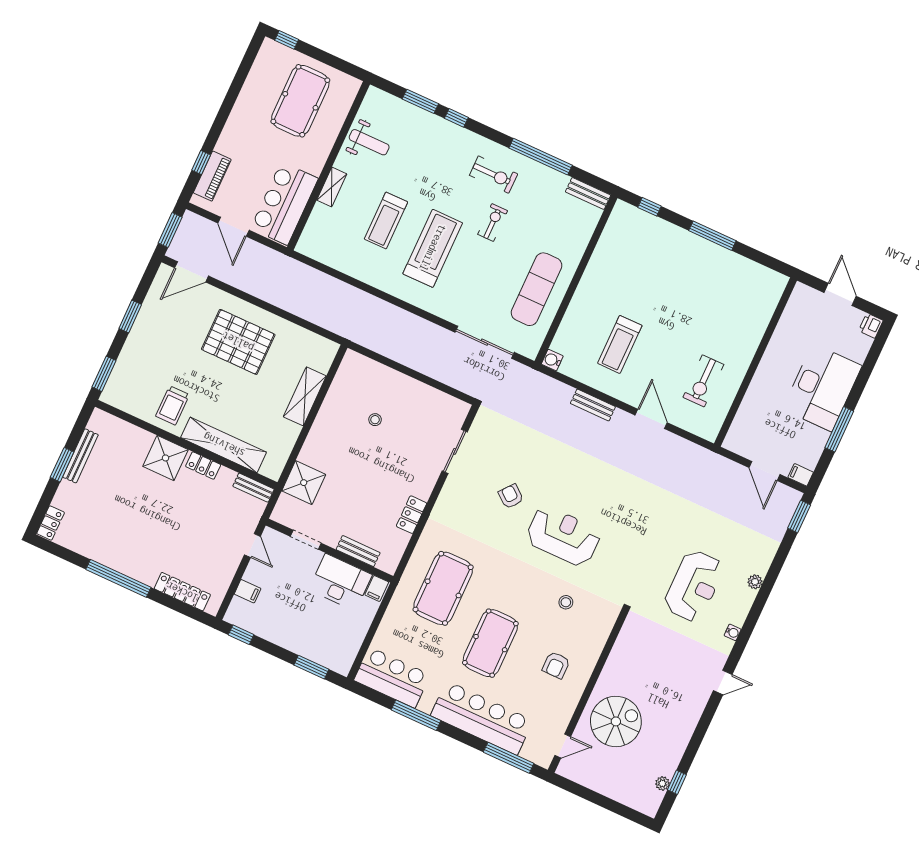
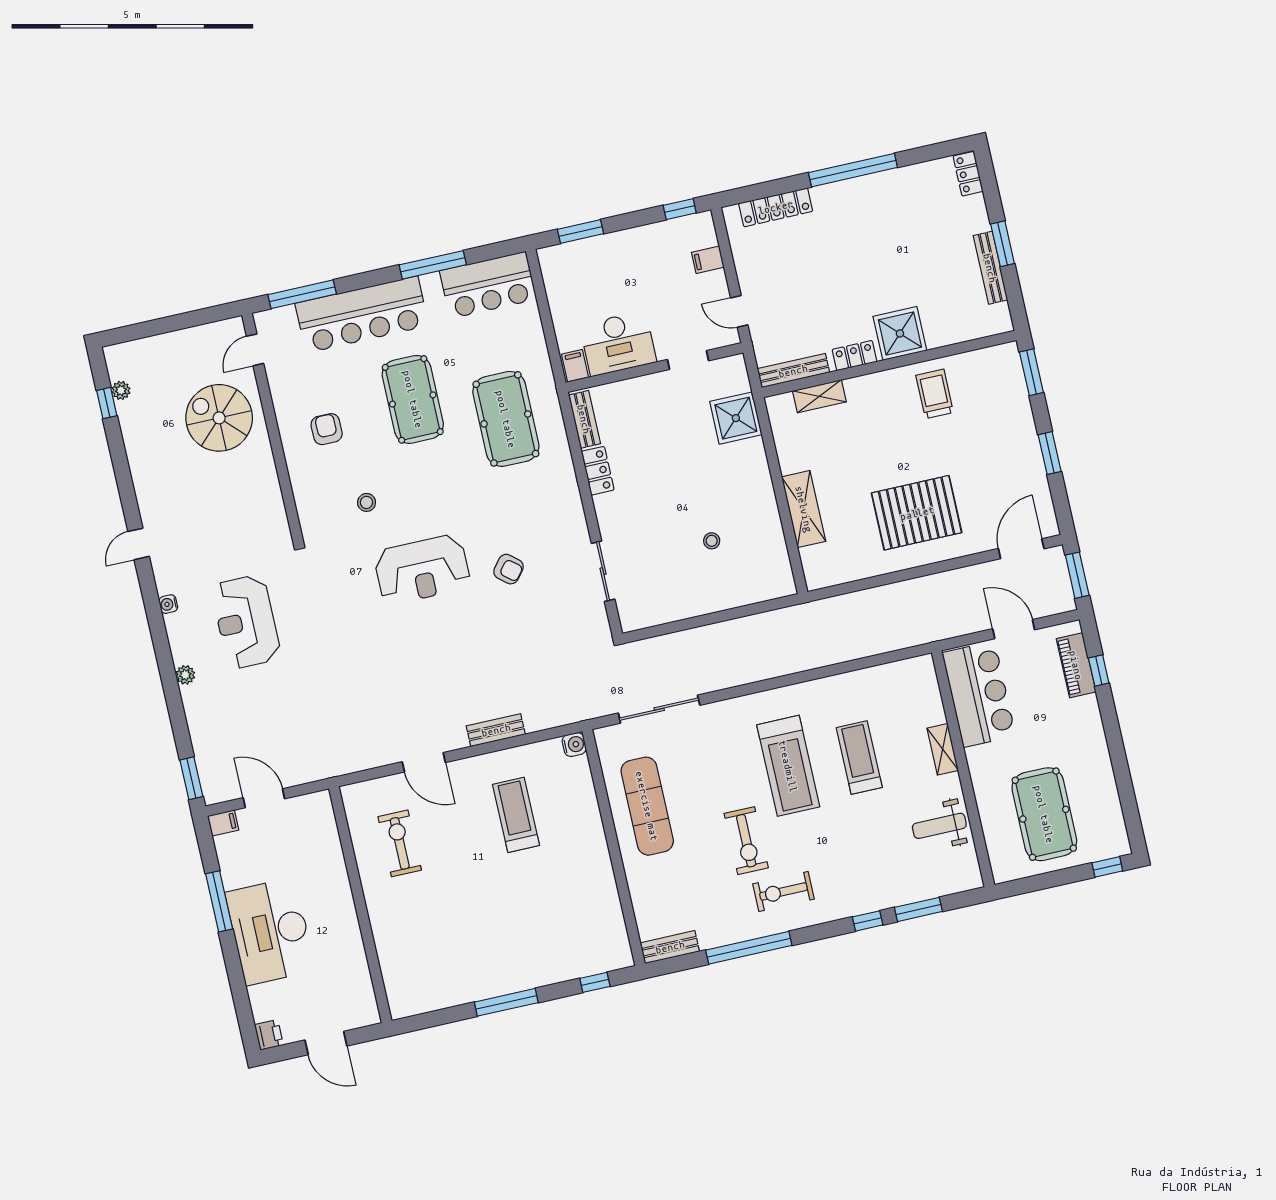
exercise bike: (493, 223) -> (746, 841), width x1.38, depth x1.39
shelving: (224, 445) -> (819, 396), width x0.45, depth x0.75
bench: (253, 488) -> (793, 371), width x1.36
bench: (358, 551) -> (584, 419), moved, turned 90
spiral stairs: (616, 721) -> (219, 418), turned 90

